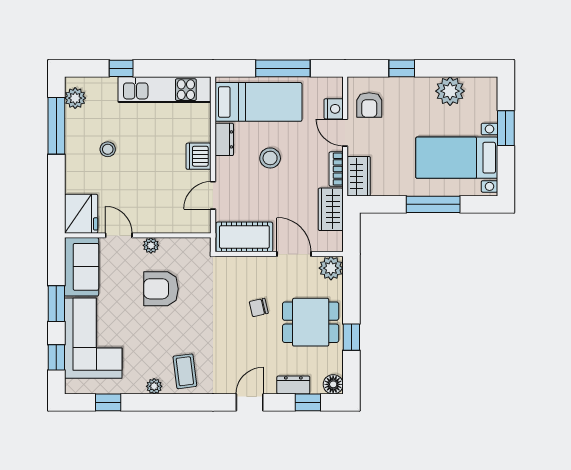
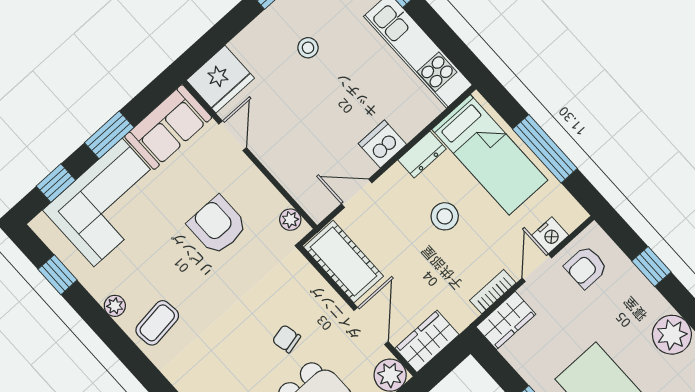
wardrobe: (331, 209) -> (427, 341), moved
plant: (151, 245) -> (290, 220), moved

